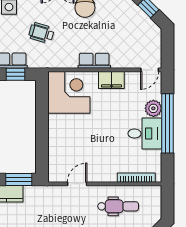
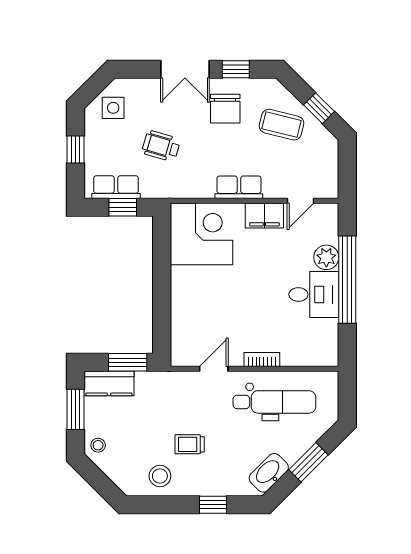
coffee table: (123, 18) -> (282, 125), added
door: (150, 70) -> (301, 201), moved
bookcase: (136, 178) -> (262, 360), moved, width x0.64
dental chair: (118, 206) -> (274, 402), width x1.36, depth x1.38

